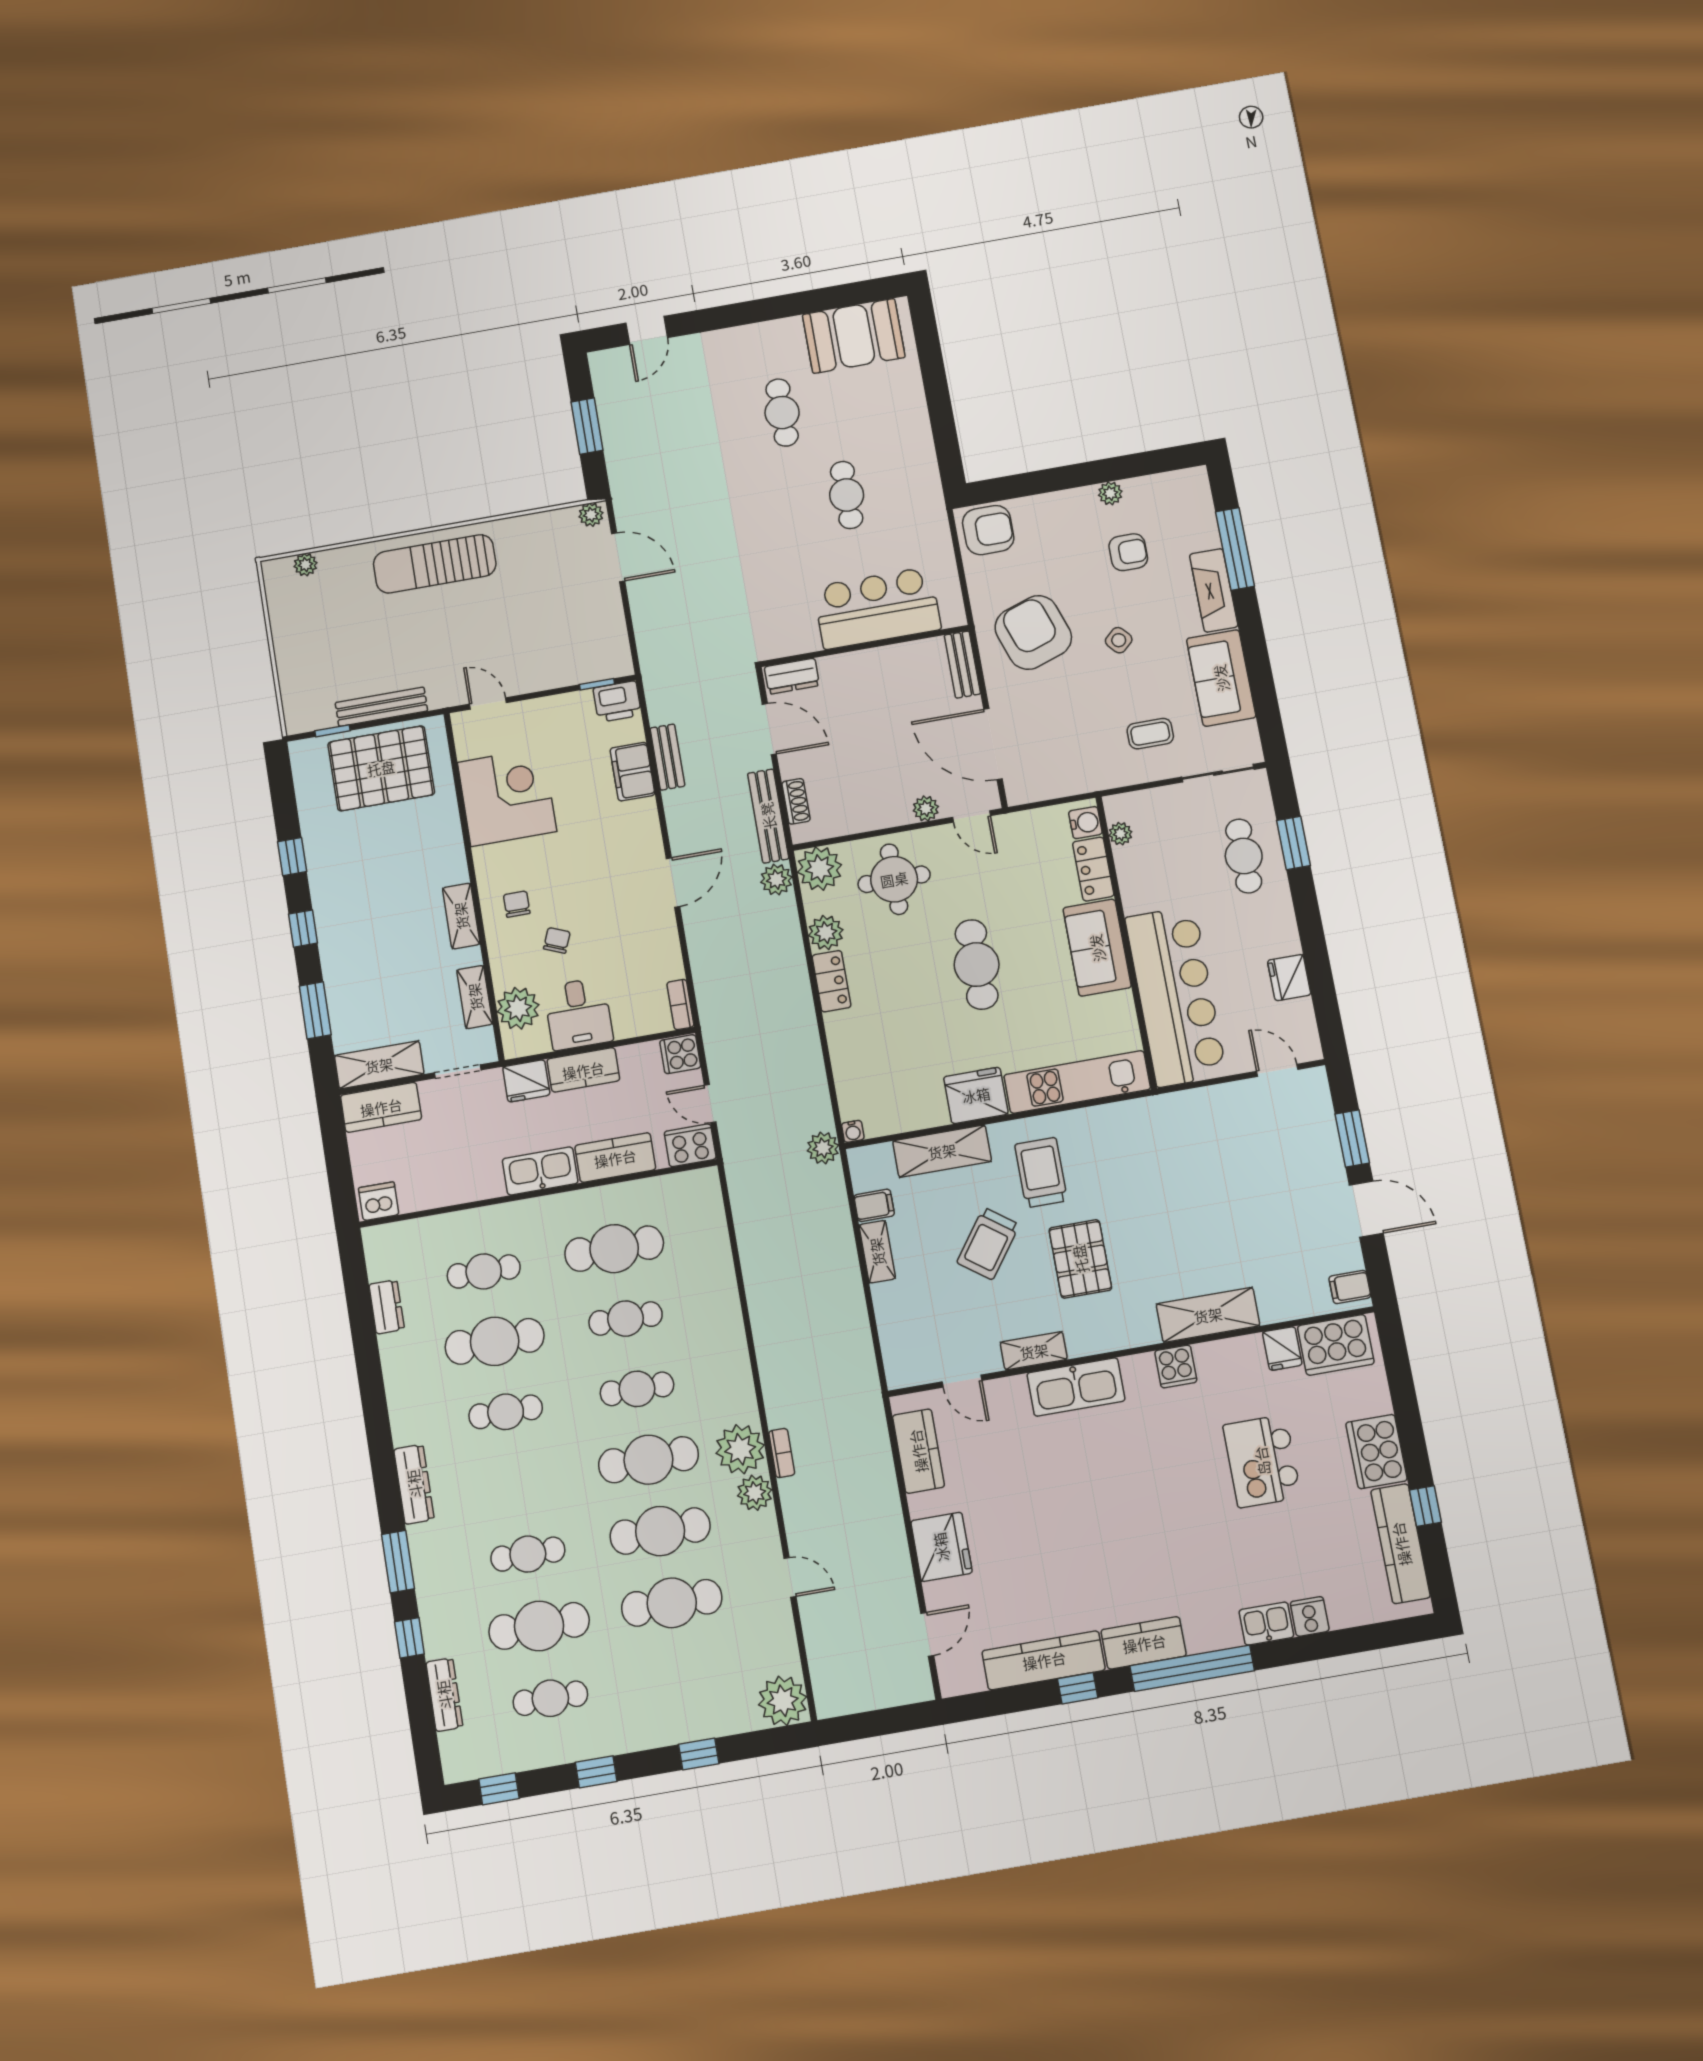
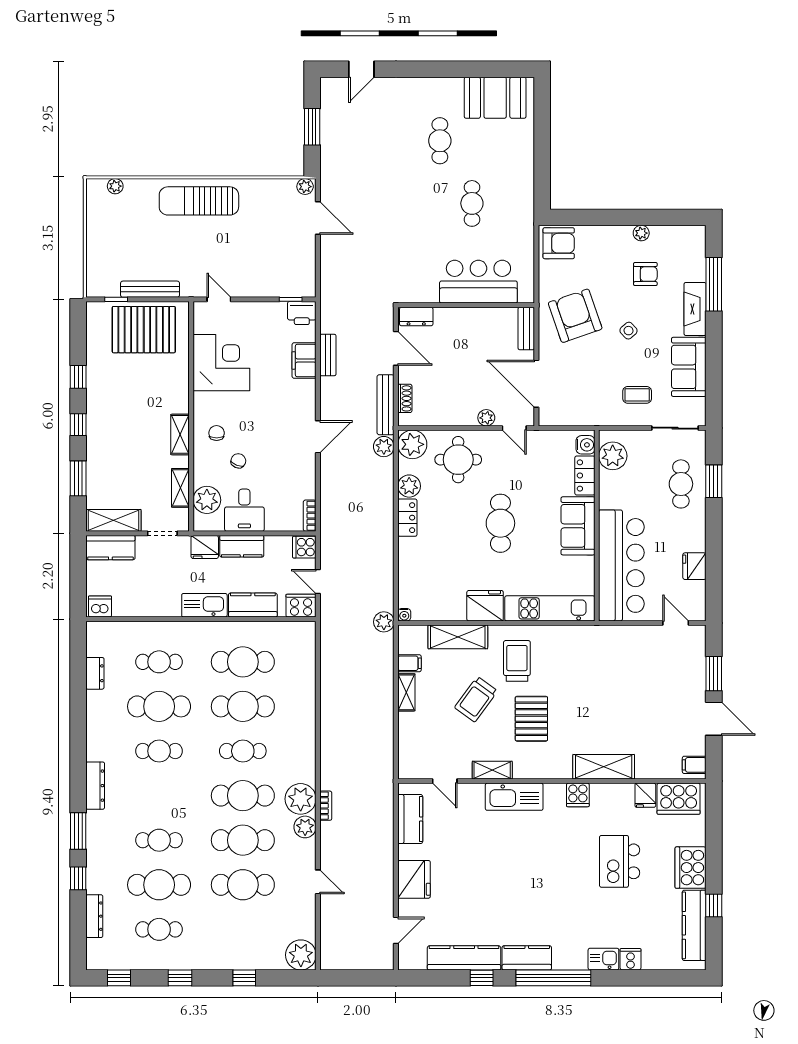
plant: (1120, 834) -> (613, 456), width x1.88, depth x1.88
cafe table: (626, 1319) -> (243, 706), width x1.37, depth x1.35

